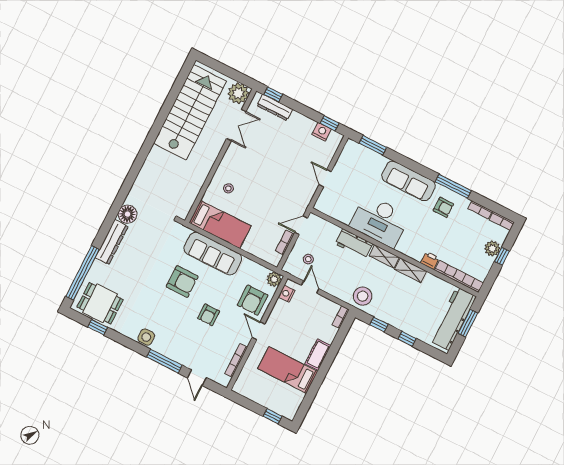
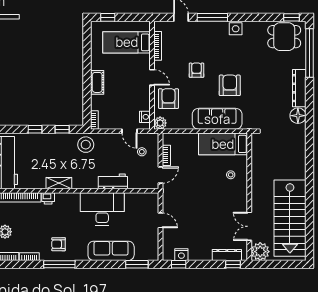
sofa: (408, 181) -> (111, 251), moved
shelving: (384, 257) -> (85, 183), removed
armchair: (182, 282) -> (230, 85), turned 90
window: (98, 327) -> (291, 17), moved
bed: (288, 370) -> (127, 42), moved, turned 180

